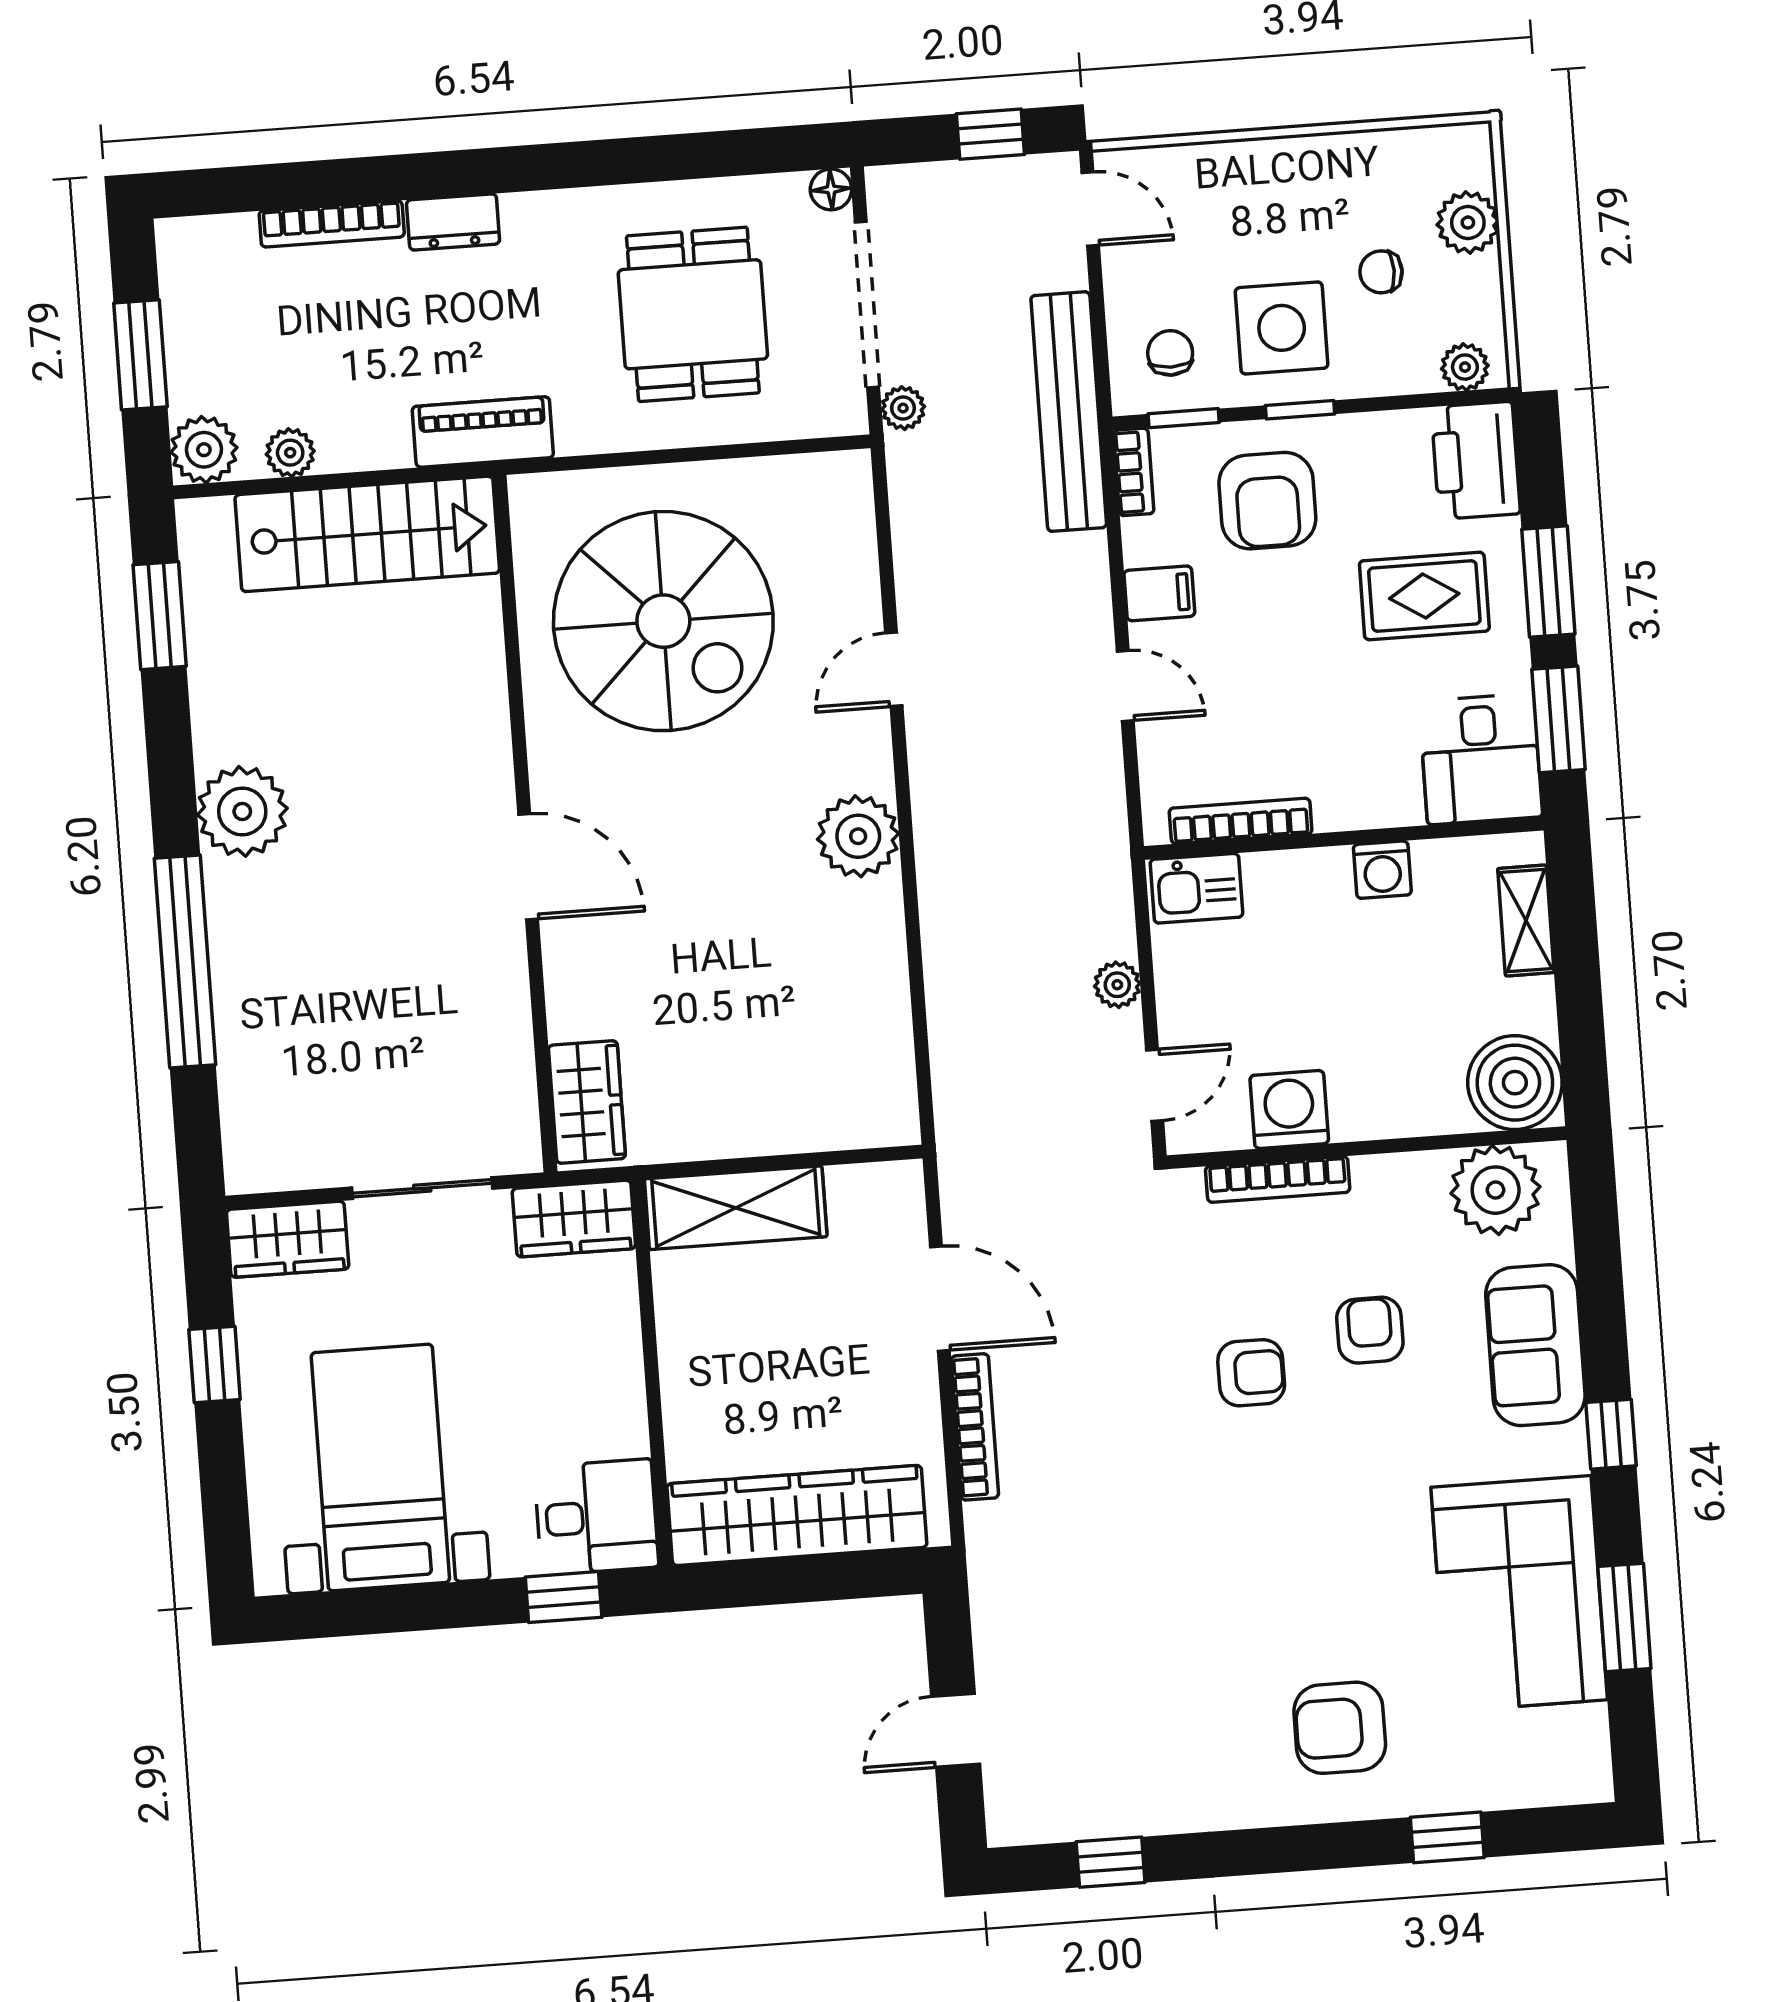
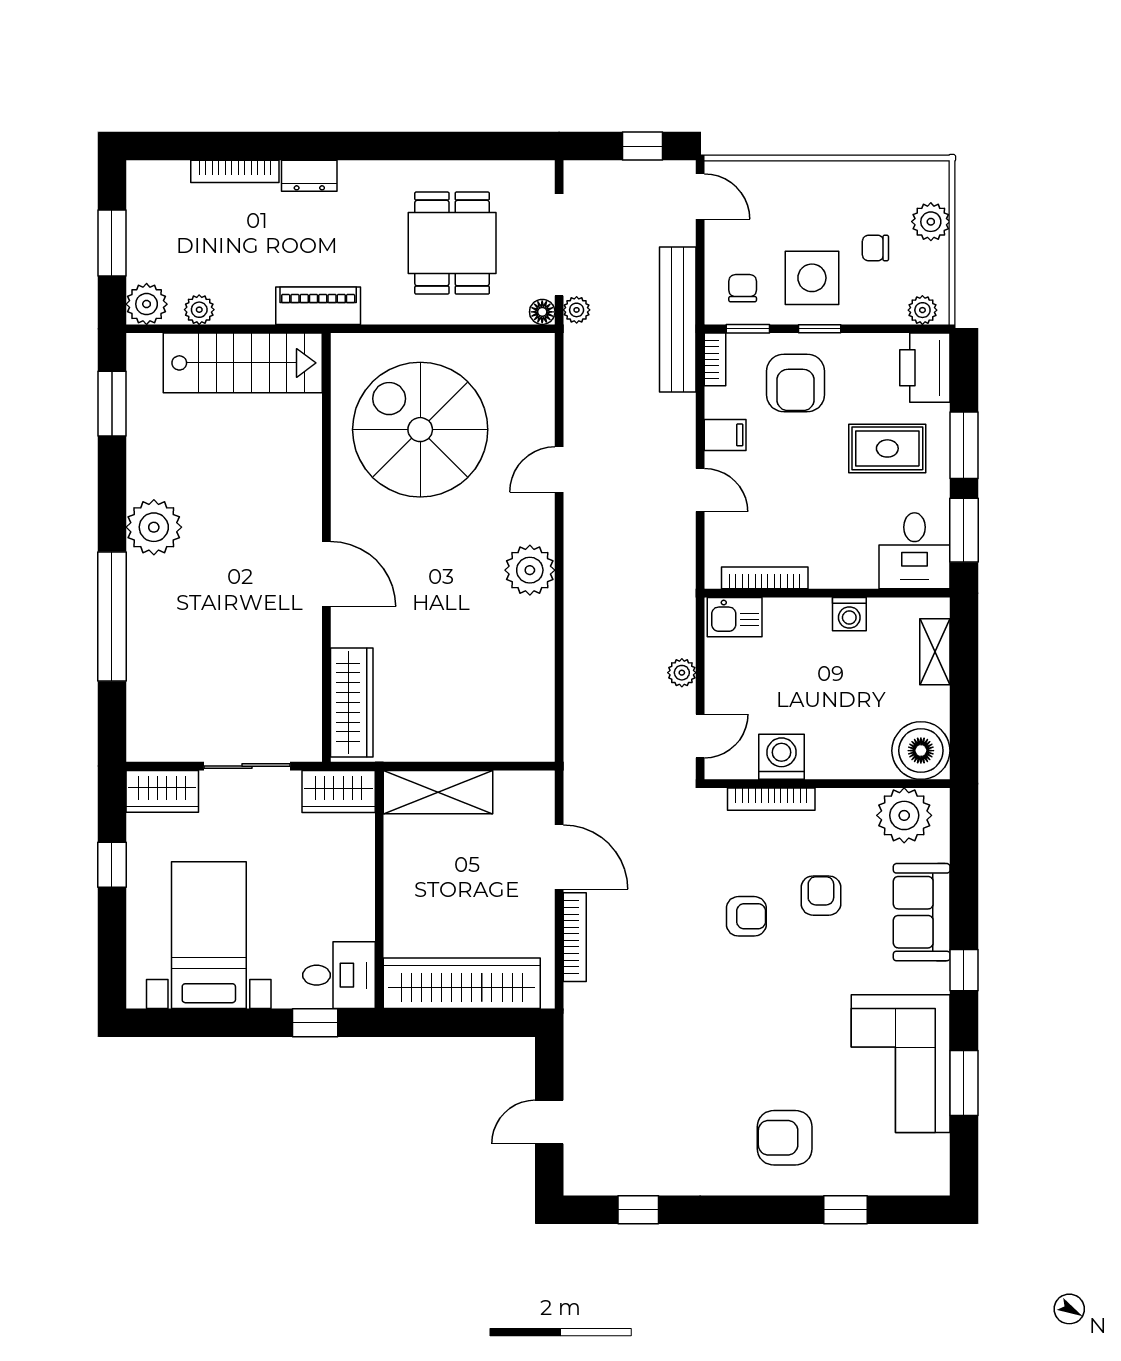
floor lamp: (831, 189) -> (542, 312), moved
spiral stairs: (663, 621) -> (420, 430), turned 180
wardrobe: (587, 1102) -> (352, 702), width x1.50

